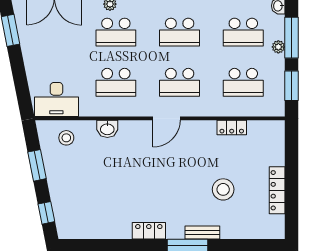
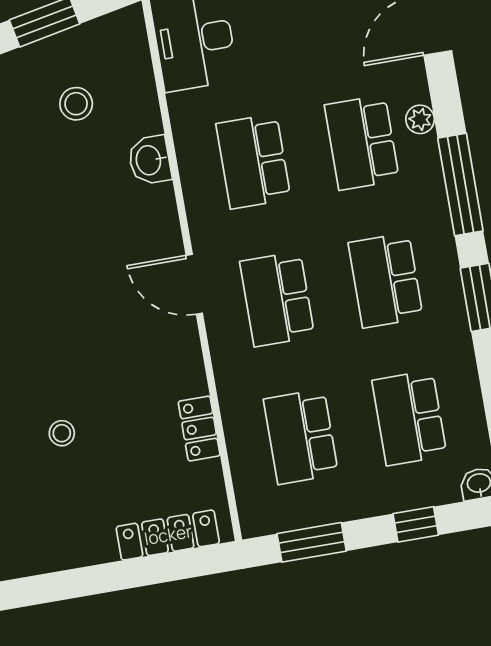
window: (292, 38) -> (416, 524), width x0.46
plant: (278, 47) -> (391, 500), removed
stool: (66, 138) -> (76, 104), moved
stool: (223, 189) -> (62, 433), width x0.53, depth x0.53
locker: (277, 190) -> (168, 535), moved

